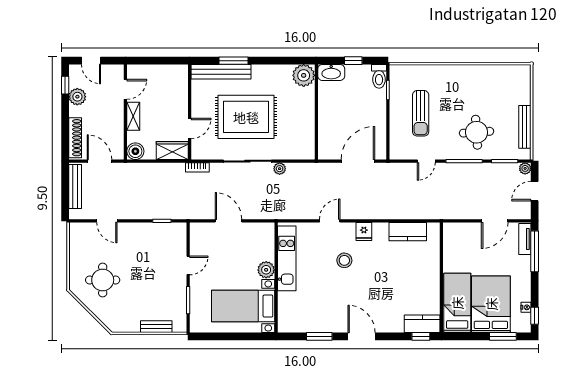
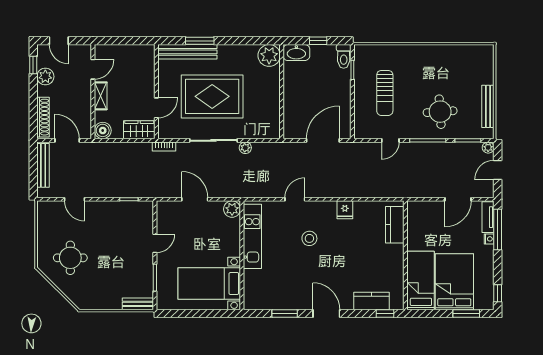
fridge: (364, 232) -> (345, 210), moved
kitchen counter: (408, 232) -> (395, 225), moved, turned 90
plant: (266, 270) -> (232, 209), moved
nightstand: (526, 307) -> (489, 239), moved
kitchen counter: (422, 324) -> (371, 301), moved
bench: (156, 327) -> (138, 304), moved

